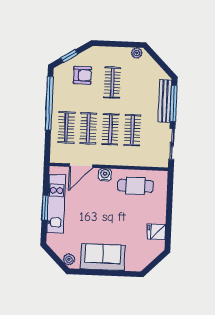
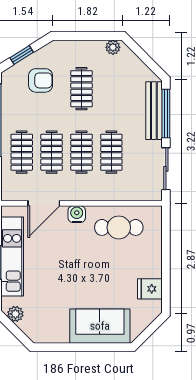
sofa: (103, 257) -> (100, 326), moved
plant: (69, 259) -> (15, 314), moved

